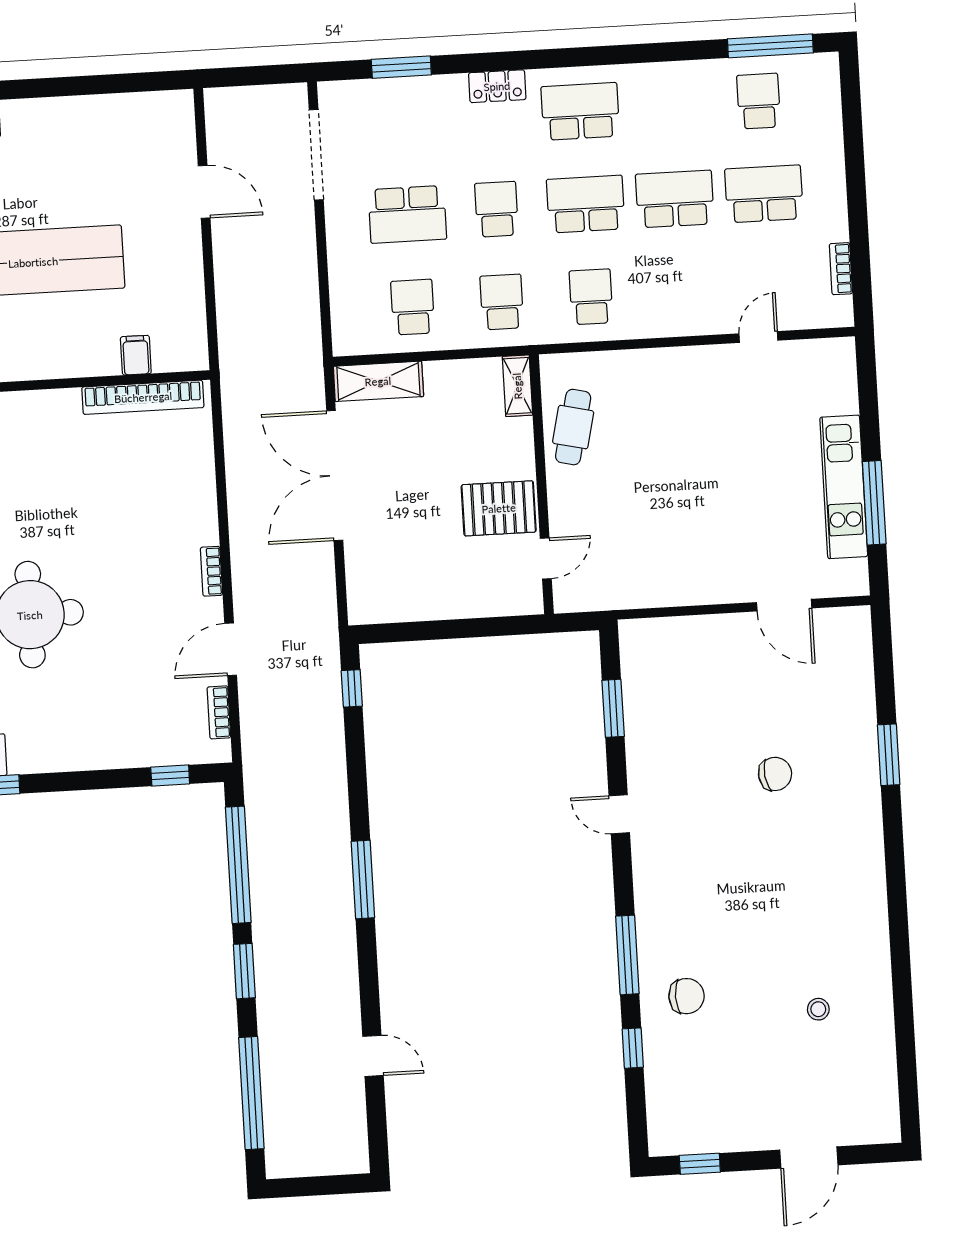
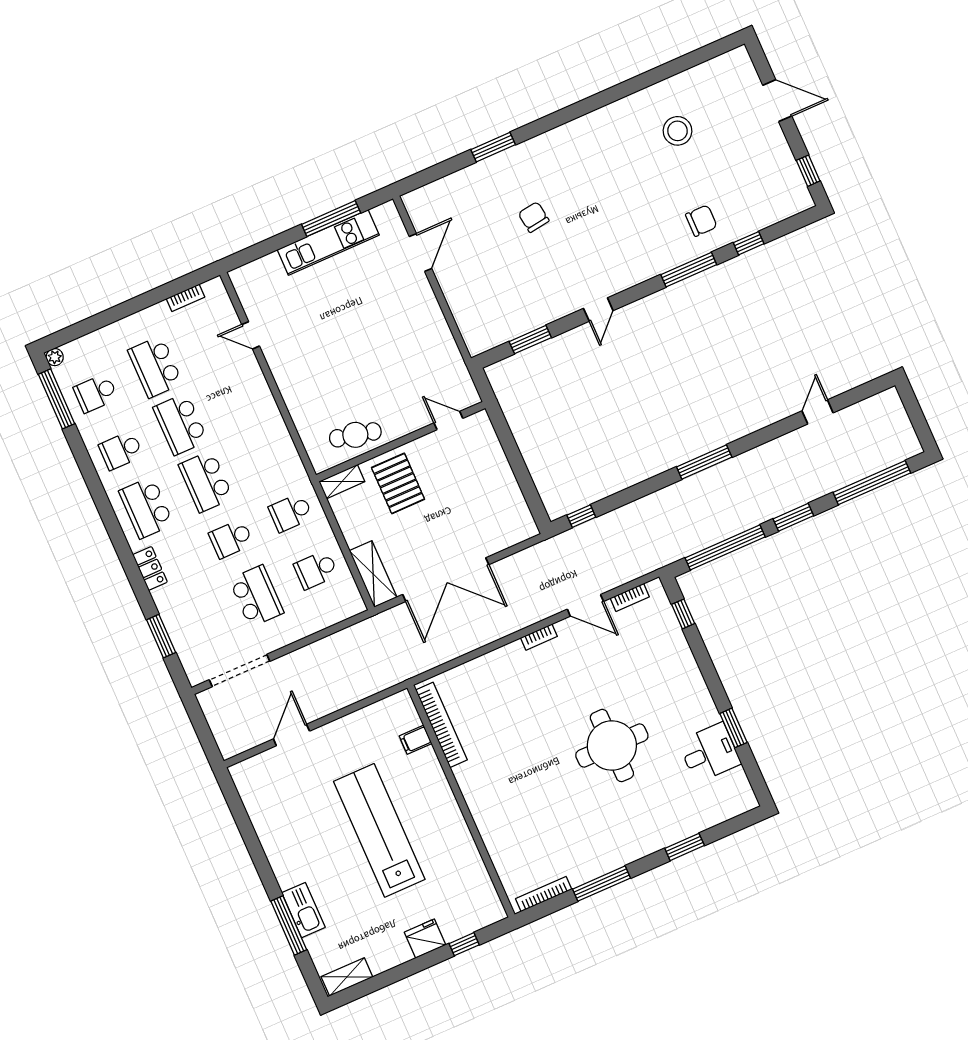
plant: (827, 64) -> (55, 357), added
school desk: (591, 297) -> (121, 450), moved
pallet: (499, 508) -> (398, 483), moved
chair: (686, 996) -> (701, 221), turned 91
stool: (818, 1009) -> (677, 131), width x1.89, depth x1.89

